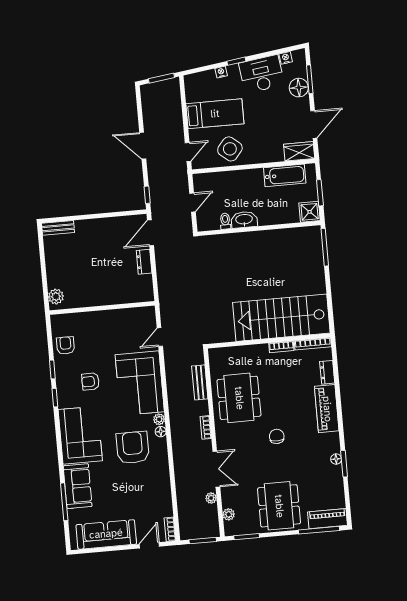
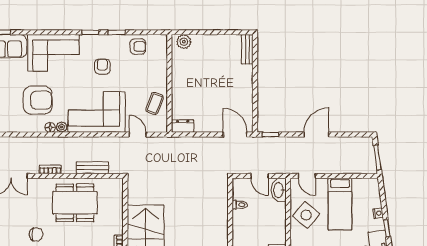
washbasin: (244, 220) -> (279, 190), moved, turned 180
dresser: (144, 262) -> (183, 126), moved
coffee table: (125, 322) -> (155, 103), added

